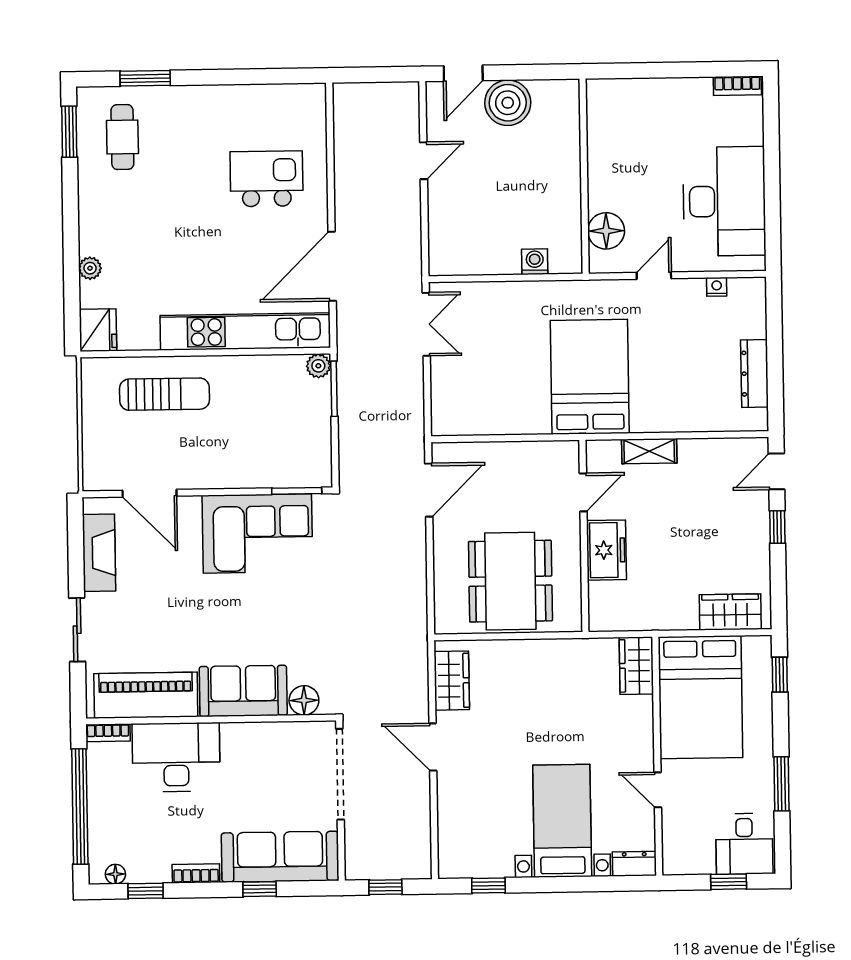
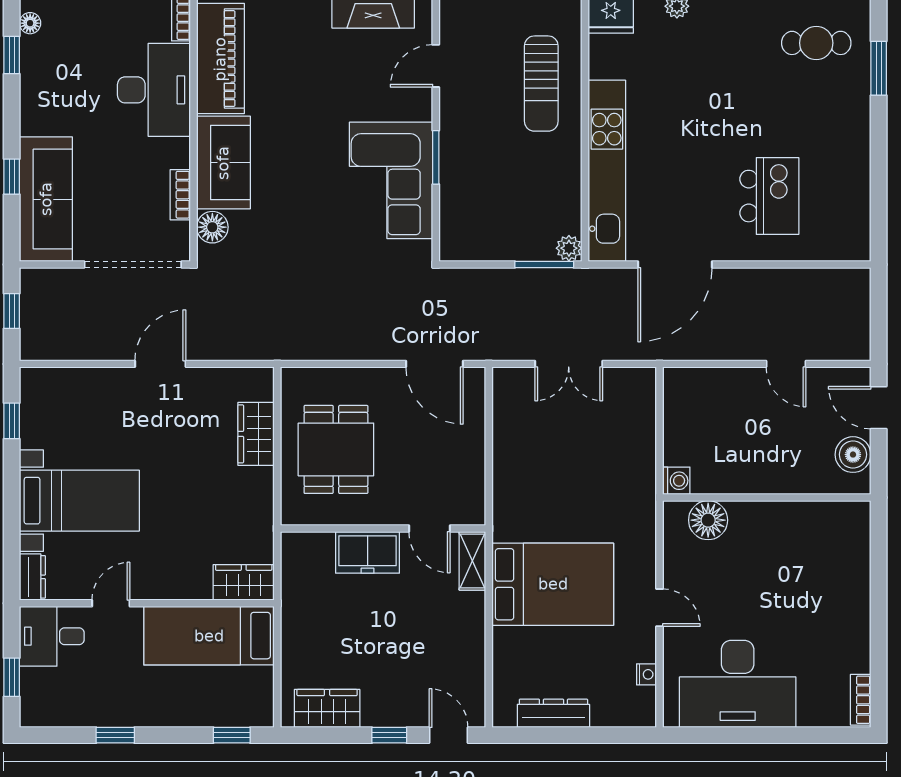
boiler: (508, 103) -> (853, 455), width x0.73, depth x0.73
wall: (584, 176) -> (767, 497), moved
floor lamp: (606, 231) -> (708, 520), moved
door: (332, 266) -> (675, 264), swing flipped
double door: (426, 324) -> (569, 364), moved
bed: (590, 377) -> (553, 584), moved
shelving: (649, 451) -> (472, 561), moved
window: (297, 491) -> (436, 157), moved
door: (149, 493) -> (436, 66), width x0.73
dining table: (510, 581) -> (336, 449), width x0.73
wardrobe: (730, 612) -> (327, 708), moved, turned -90
wardrobe: (452, 681) -> (256, 434), moved, turned 90
bed: (700, 697) -> (209, 636), width x0.67
window: (781, 784) -> (115, 735), width x0.67
desk: (744, 844) -> (52, 636), moved
bookcase: (196, 873) -> (180, 195), moved, turned 180

